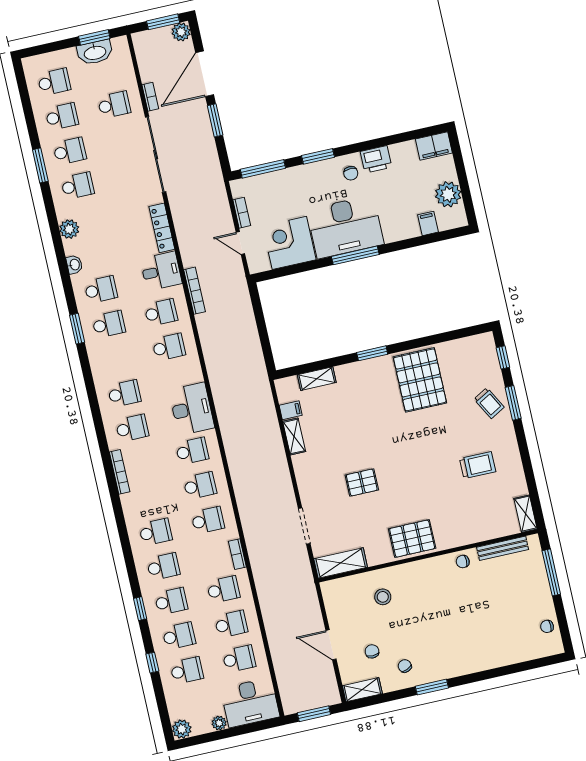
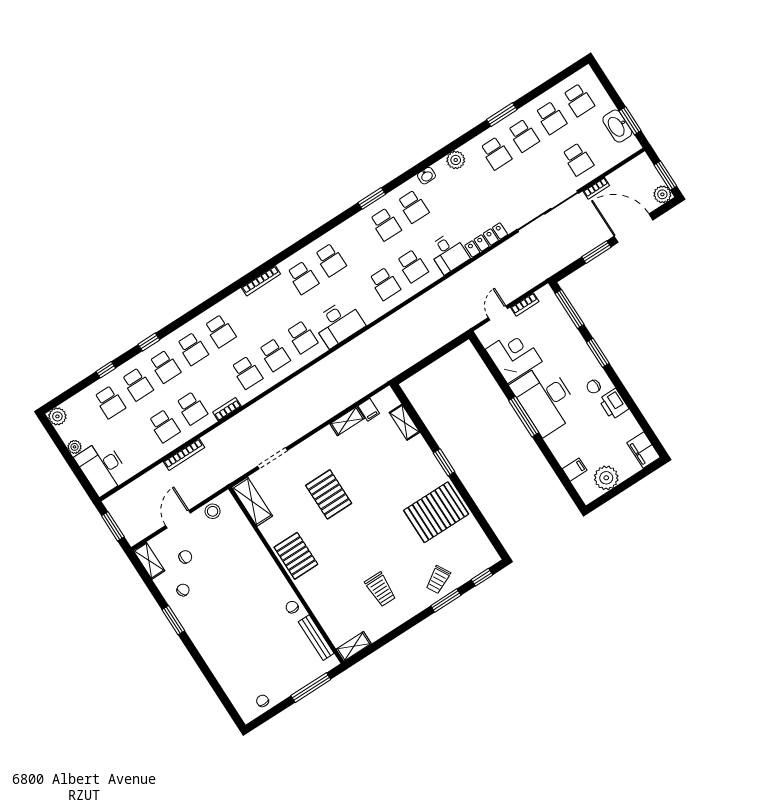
bookcase: (194, 291) -> (184, 454), moved
pallet: (362, 483) -> (329, 494), width x1.50, depth x1.42
stool: (383, 597) -> (213, 511), moved
school desk: (239, 659) -> (137, 444), removed

